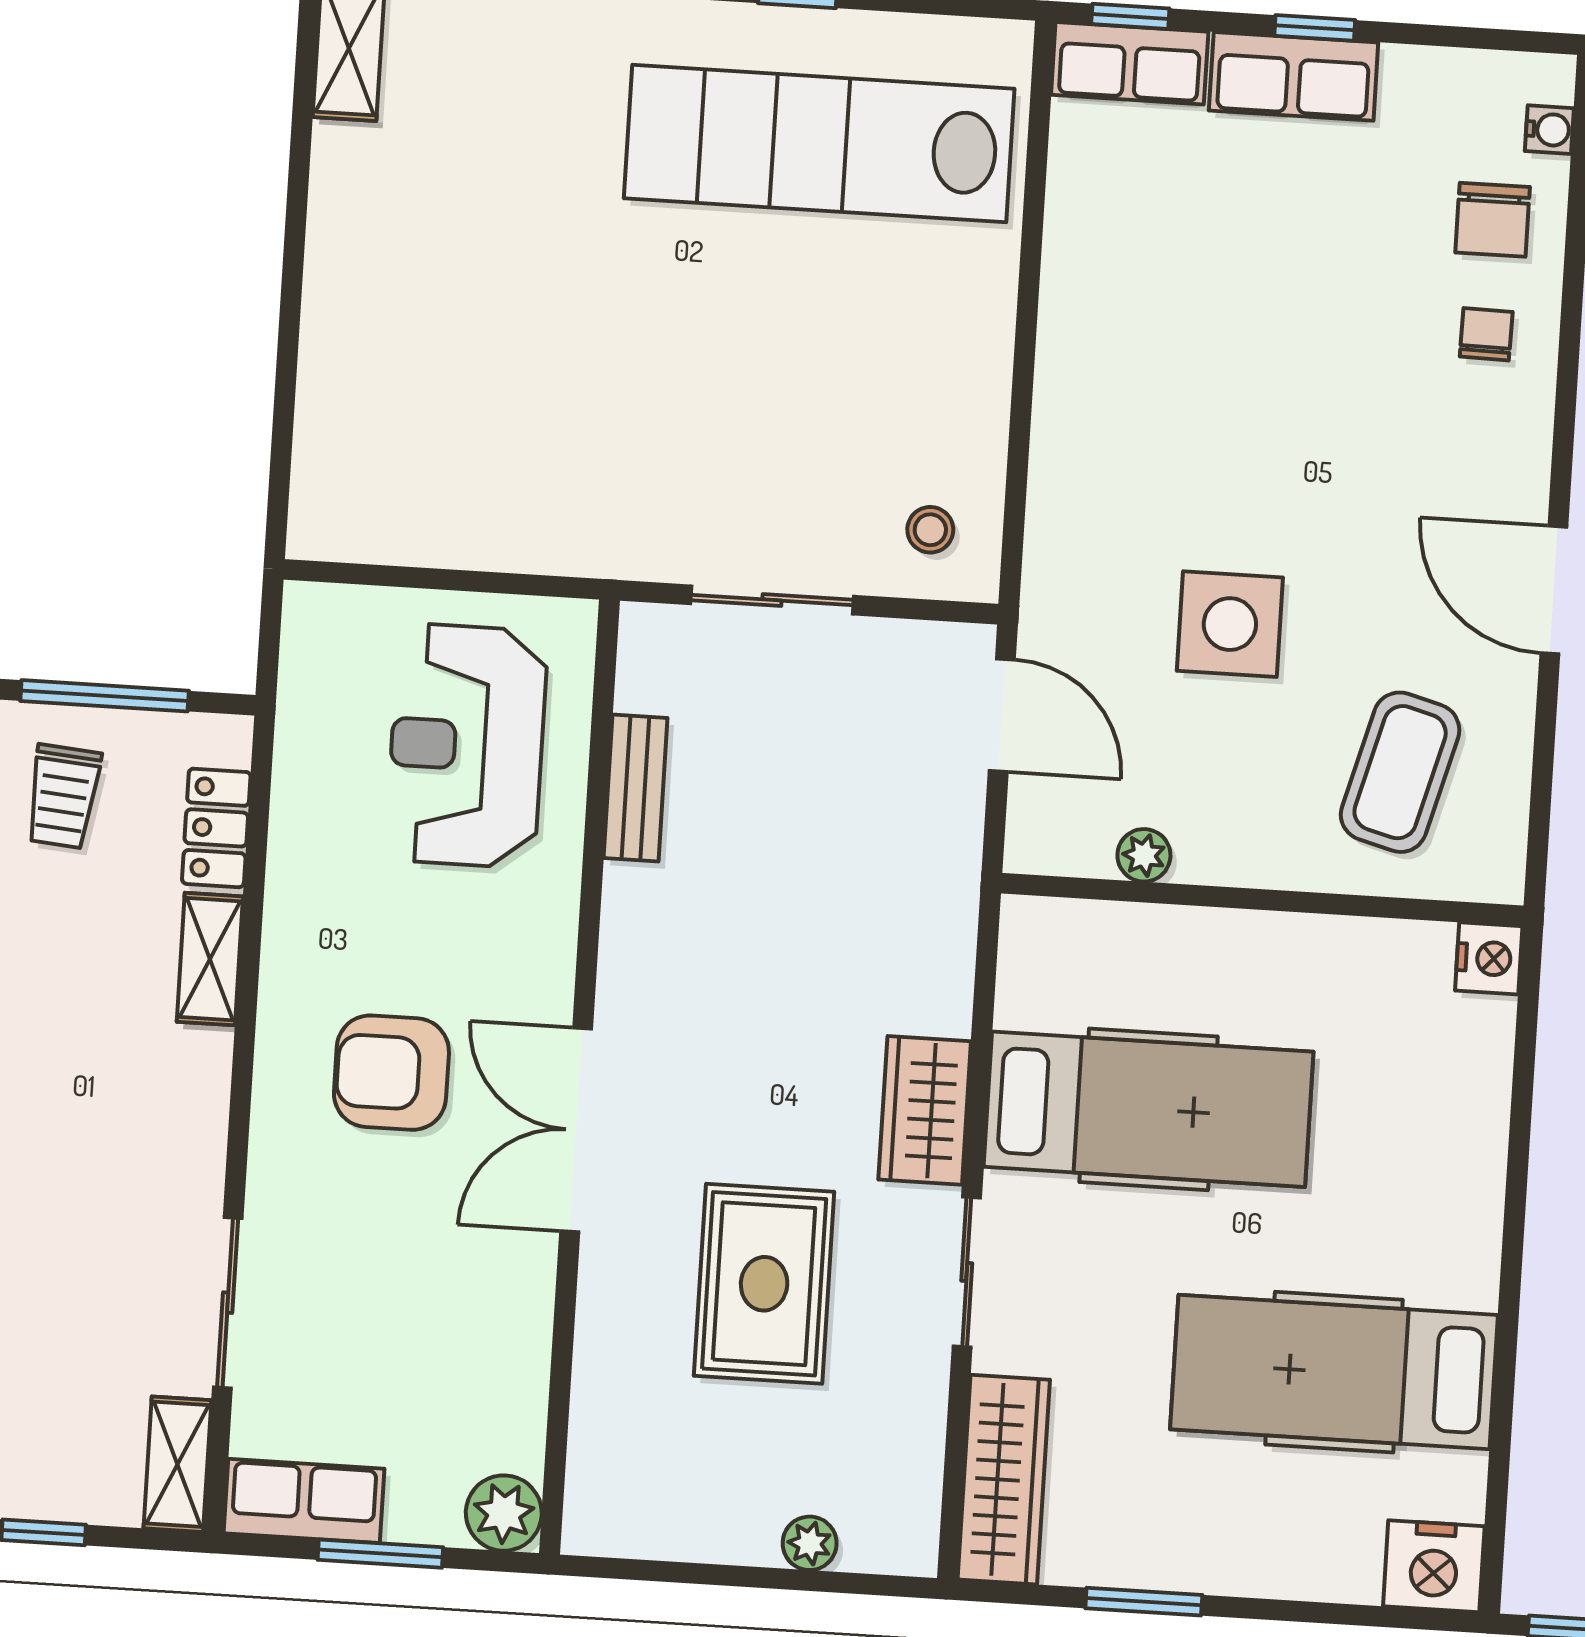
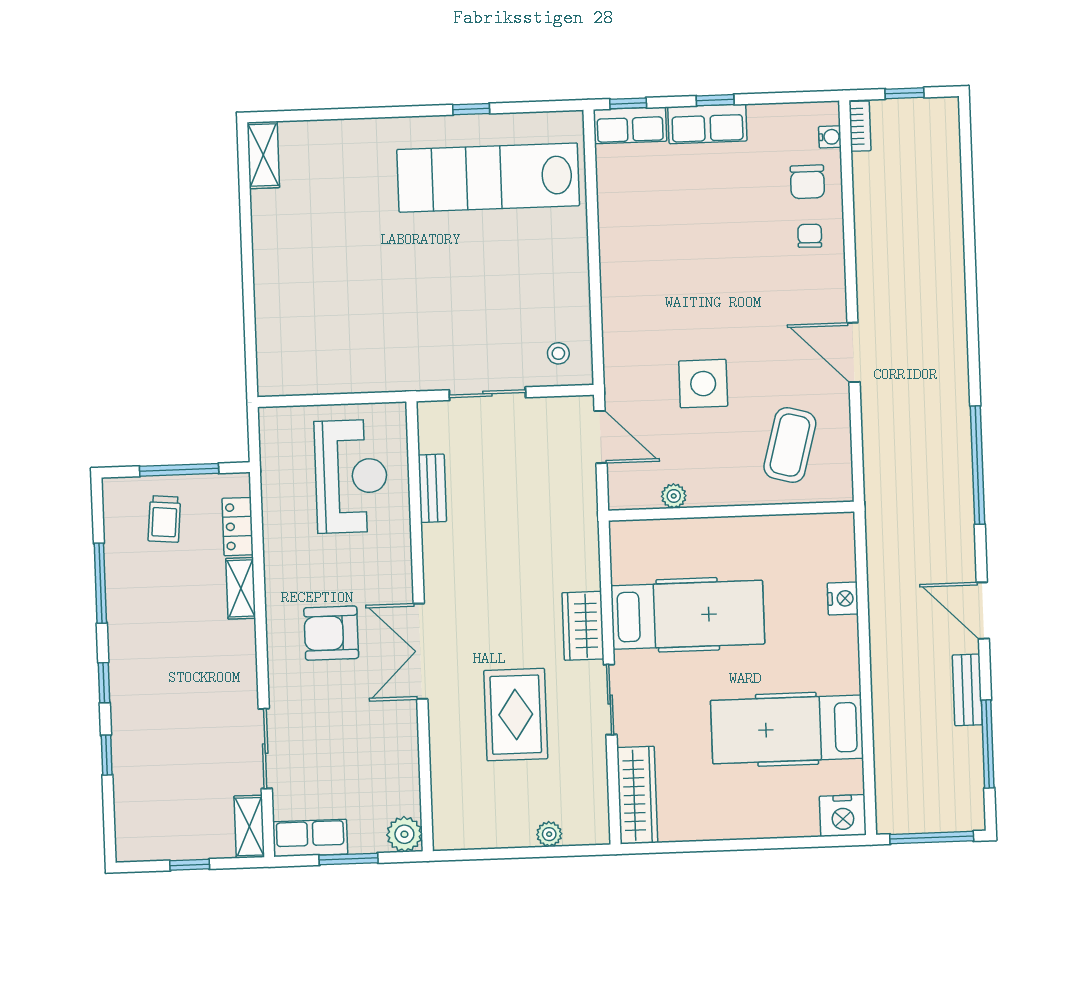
reception desk: (467, 746) -> (351, 476), turned 180
nightstand: (1489, 958) -> (843, 598), moved
window: (1144, 1602) -> (709, 846), removed

